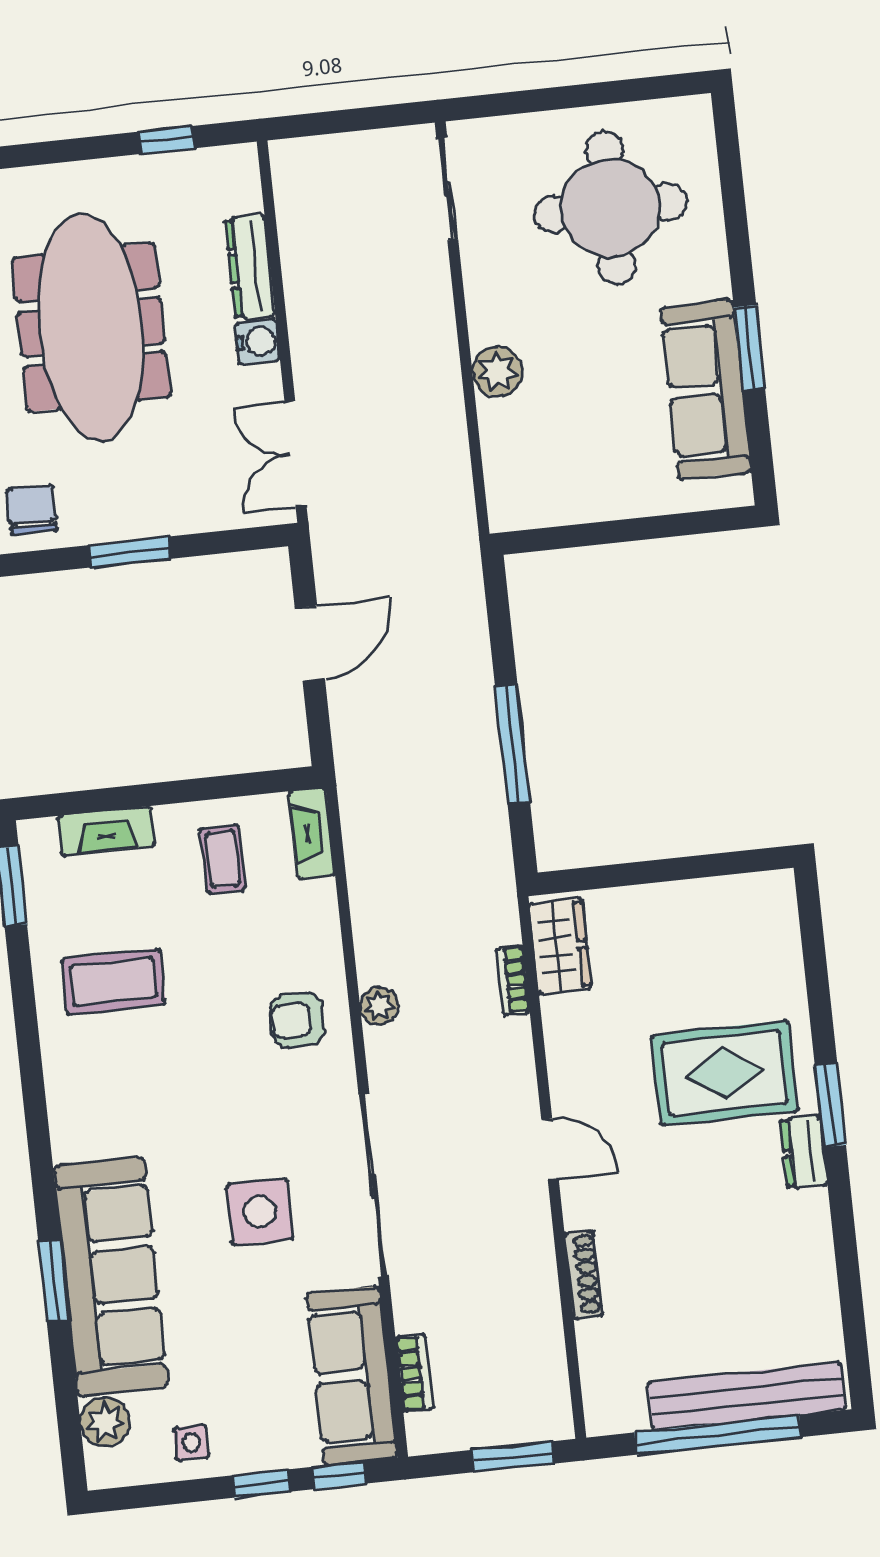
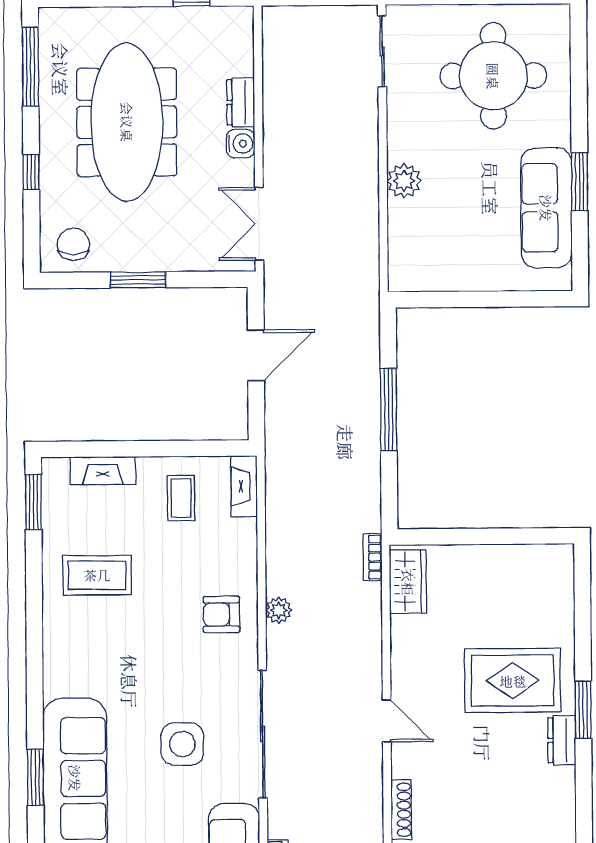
dresser: (250, 267) -> (241, 102), width x0.70
window: (512, 744) -> (389, 409), moved
bookcase: (513, 980) -> (373, 557), moved

